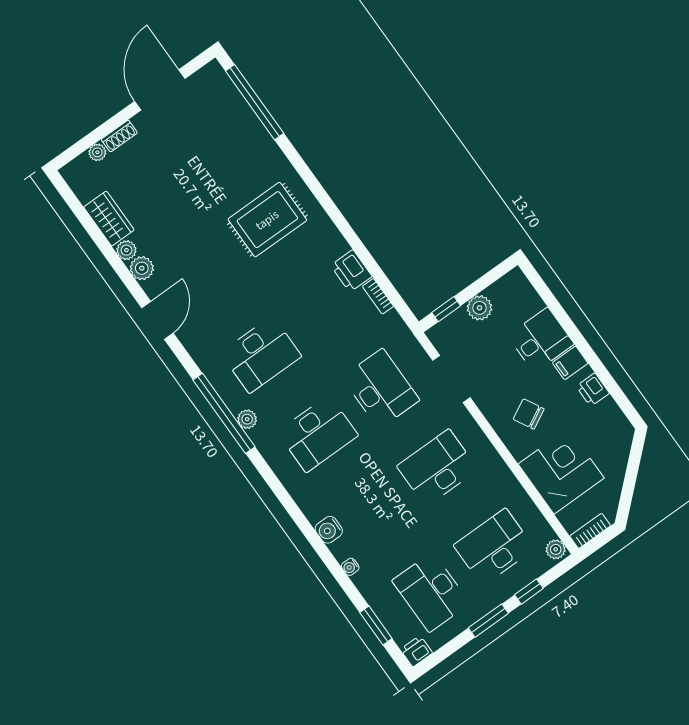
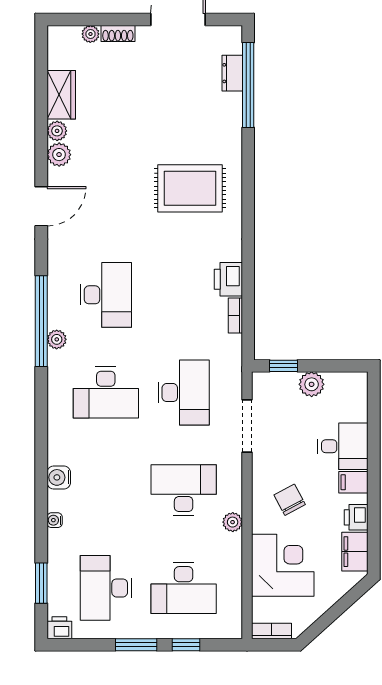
dresser: (235, 102) -> (232, 73), added
desk: (261, 355) -> (106, 295), turned -90
filing cabinet: (612, 418) -> (355, 552), added
desk: (494, 547) -> (184, 588), turned 180
plant: (556, 549) -> (233, 522), moved

